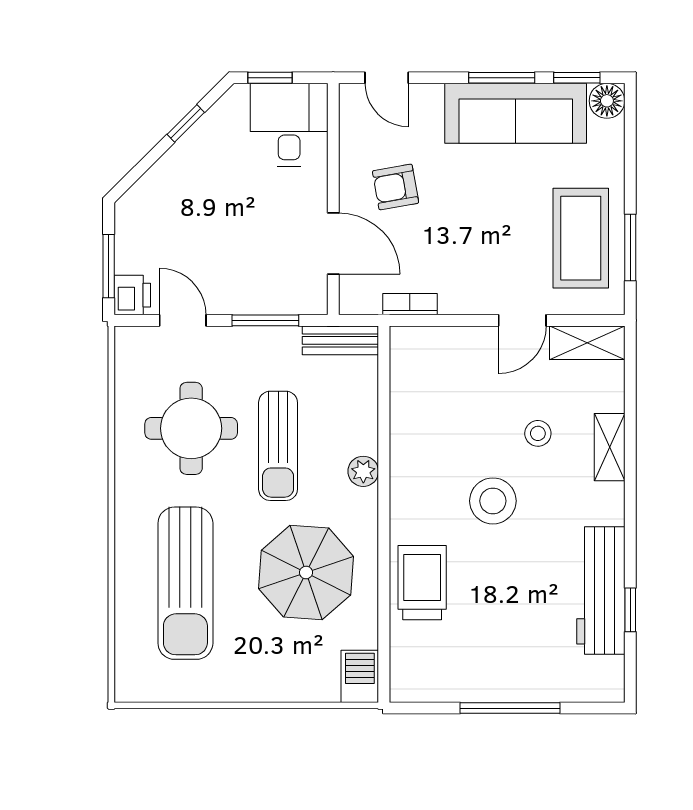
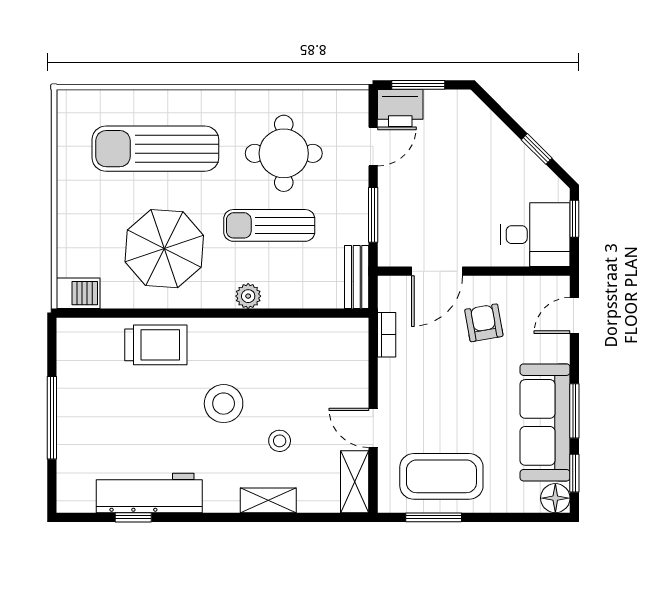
printer: (132, 295) -> (400, 108), width x1.36, depth x1.24

